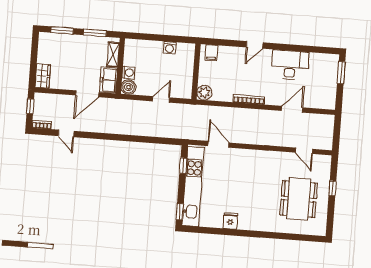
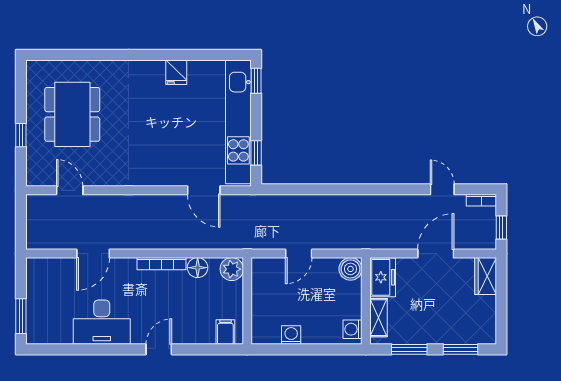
washing machine: (128, 73) -> (353, 329), moved
door: (87, 94) -> (436, 254), moved
floor lamp: (226, 95) -> (198, 268), added

